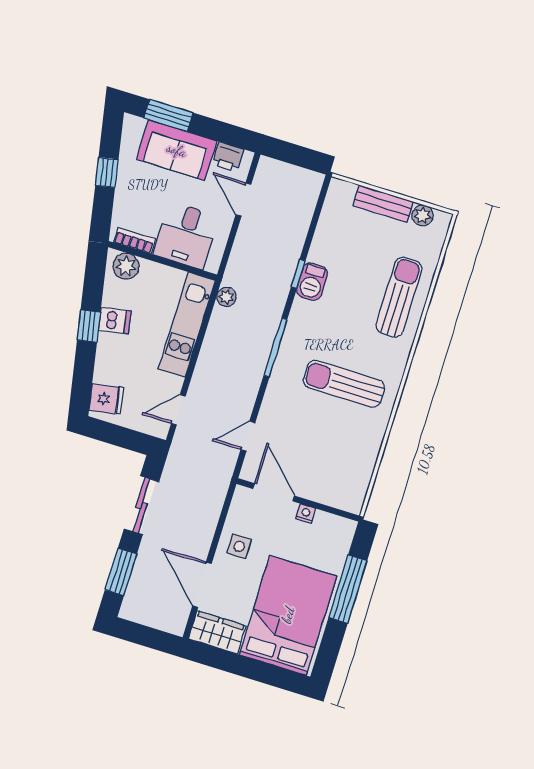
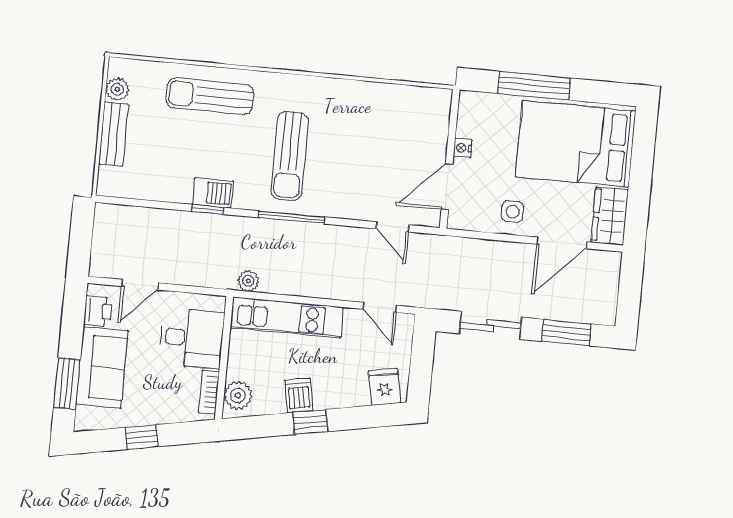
sun lounger: (344, 384) -> (290, 156), moved

